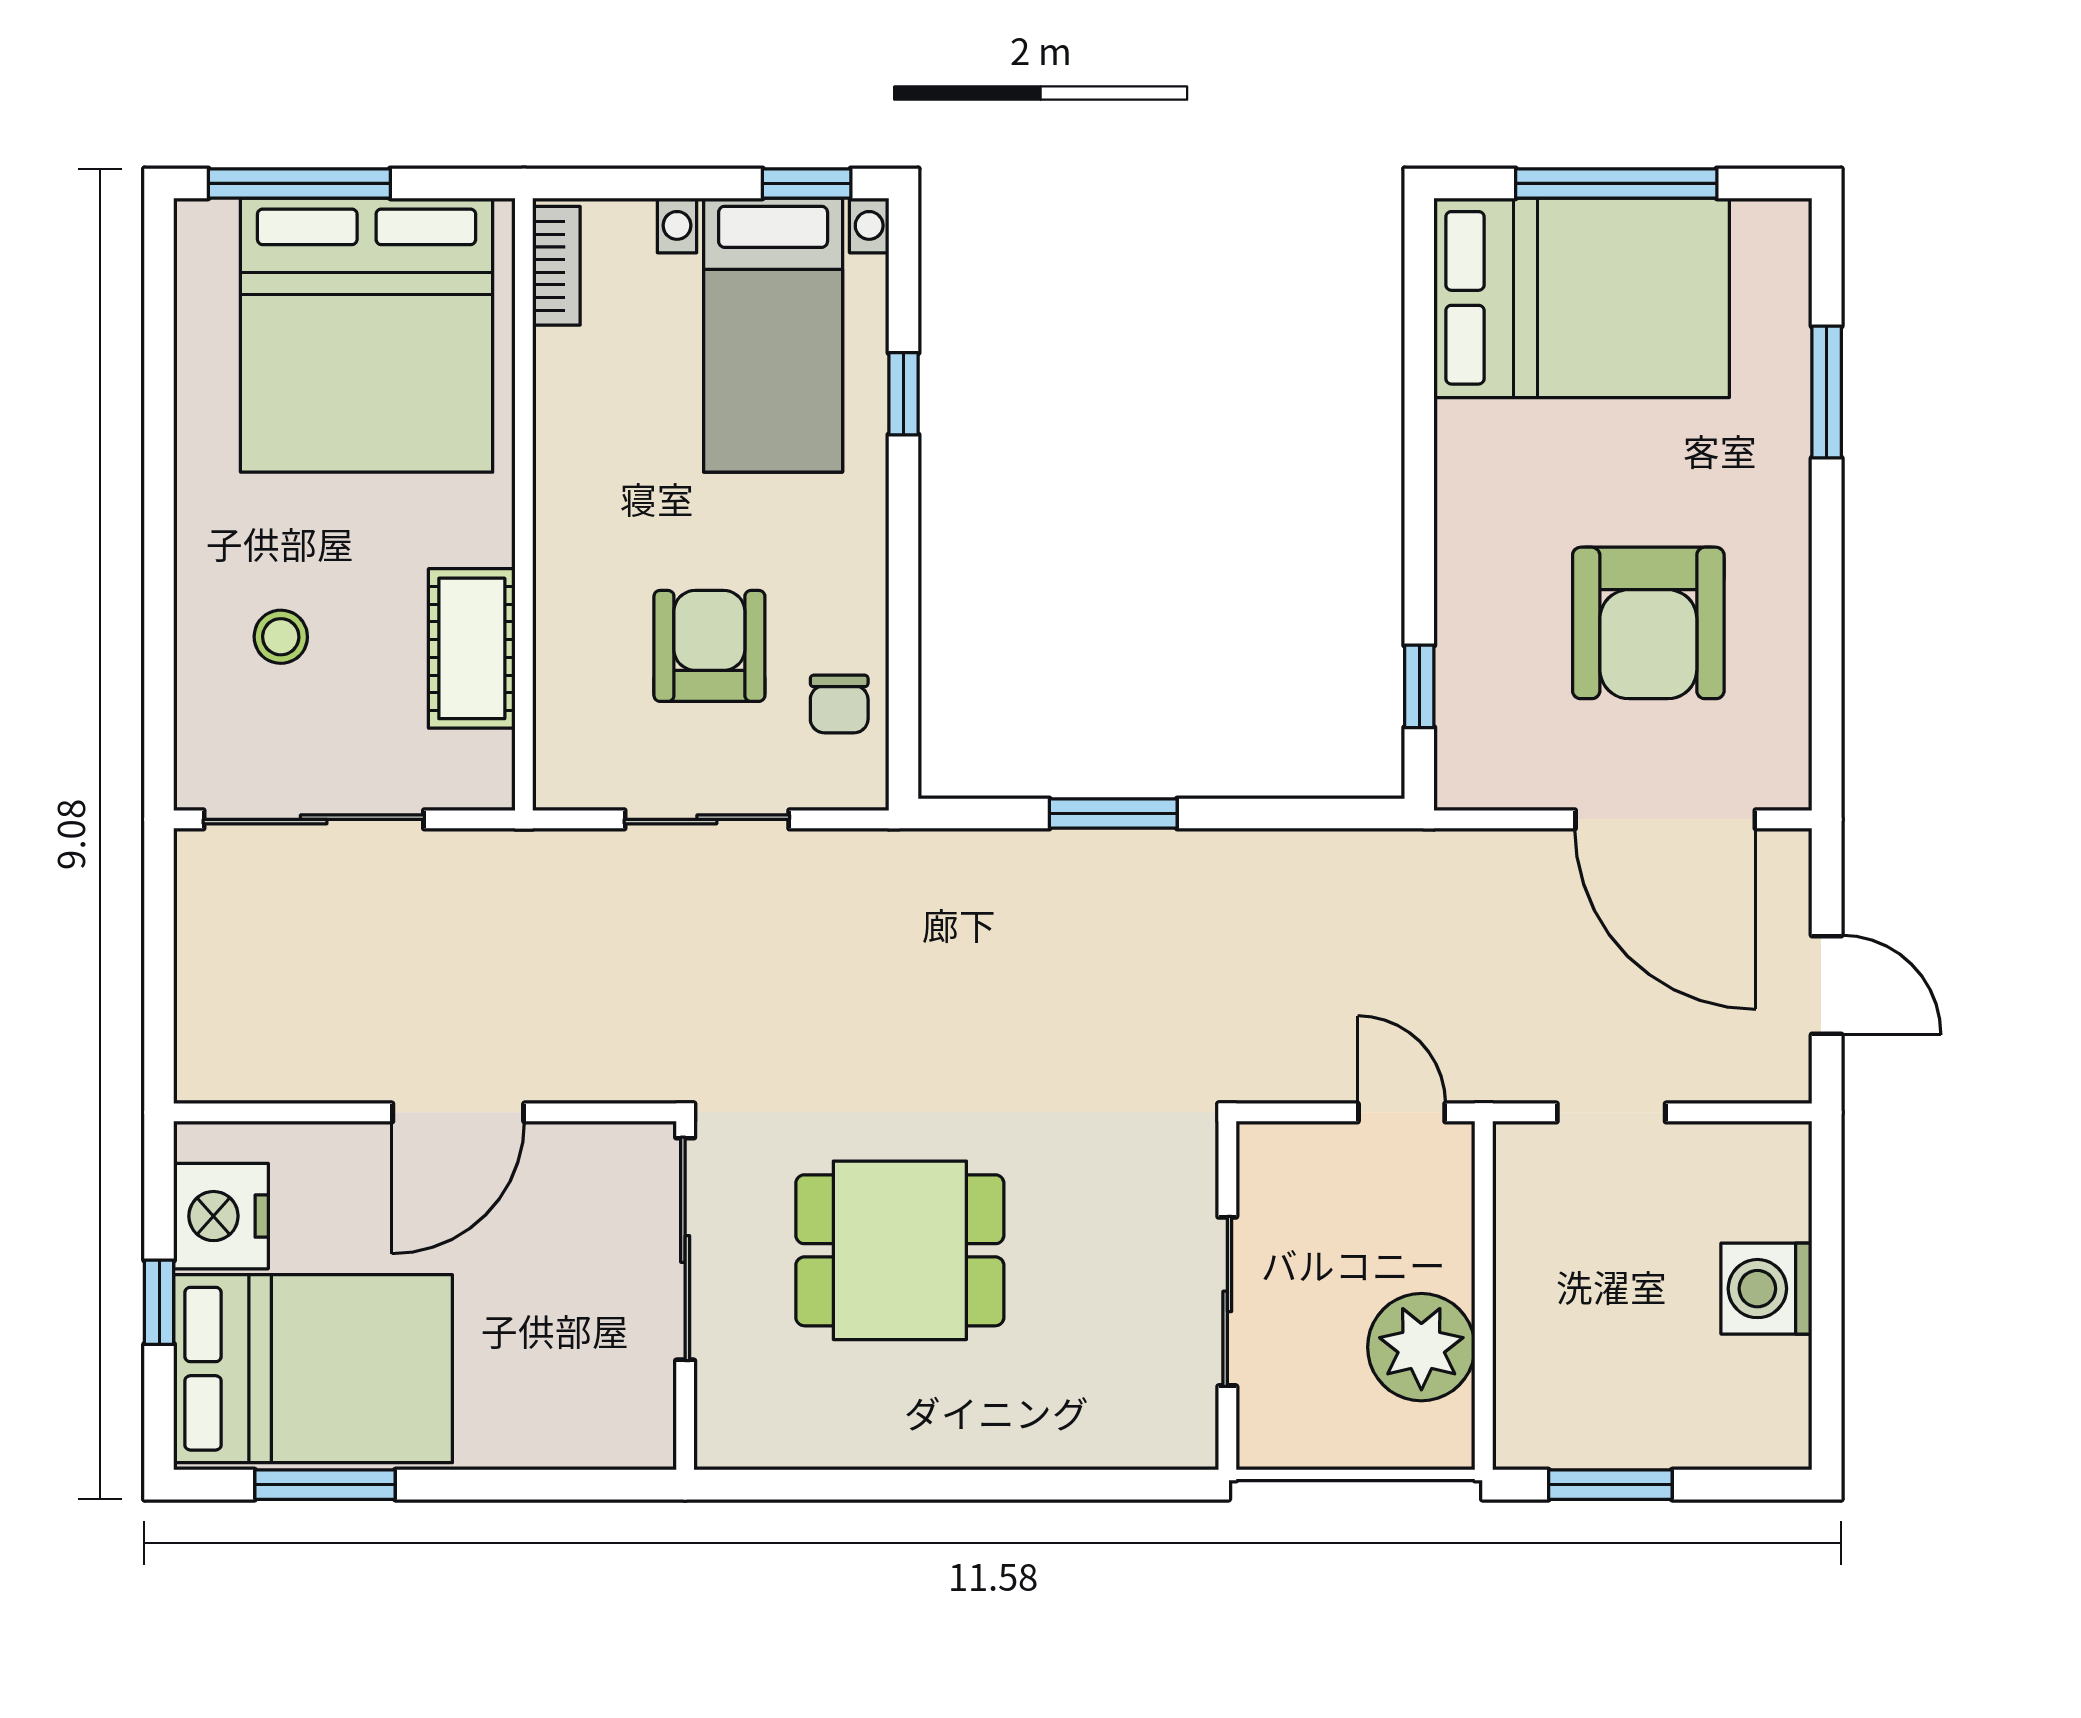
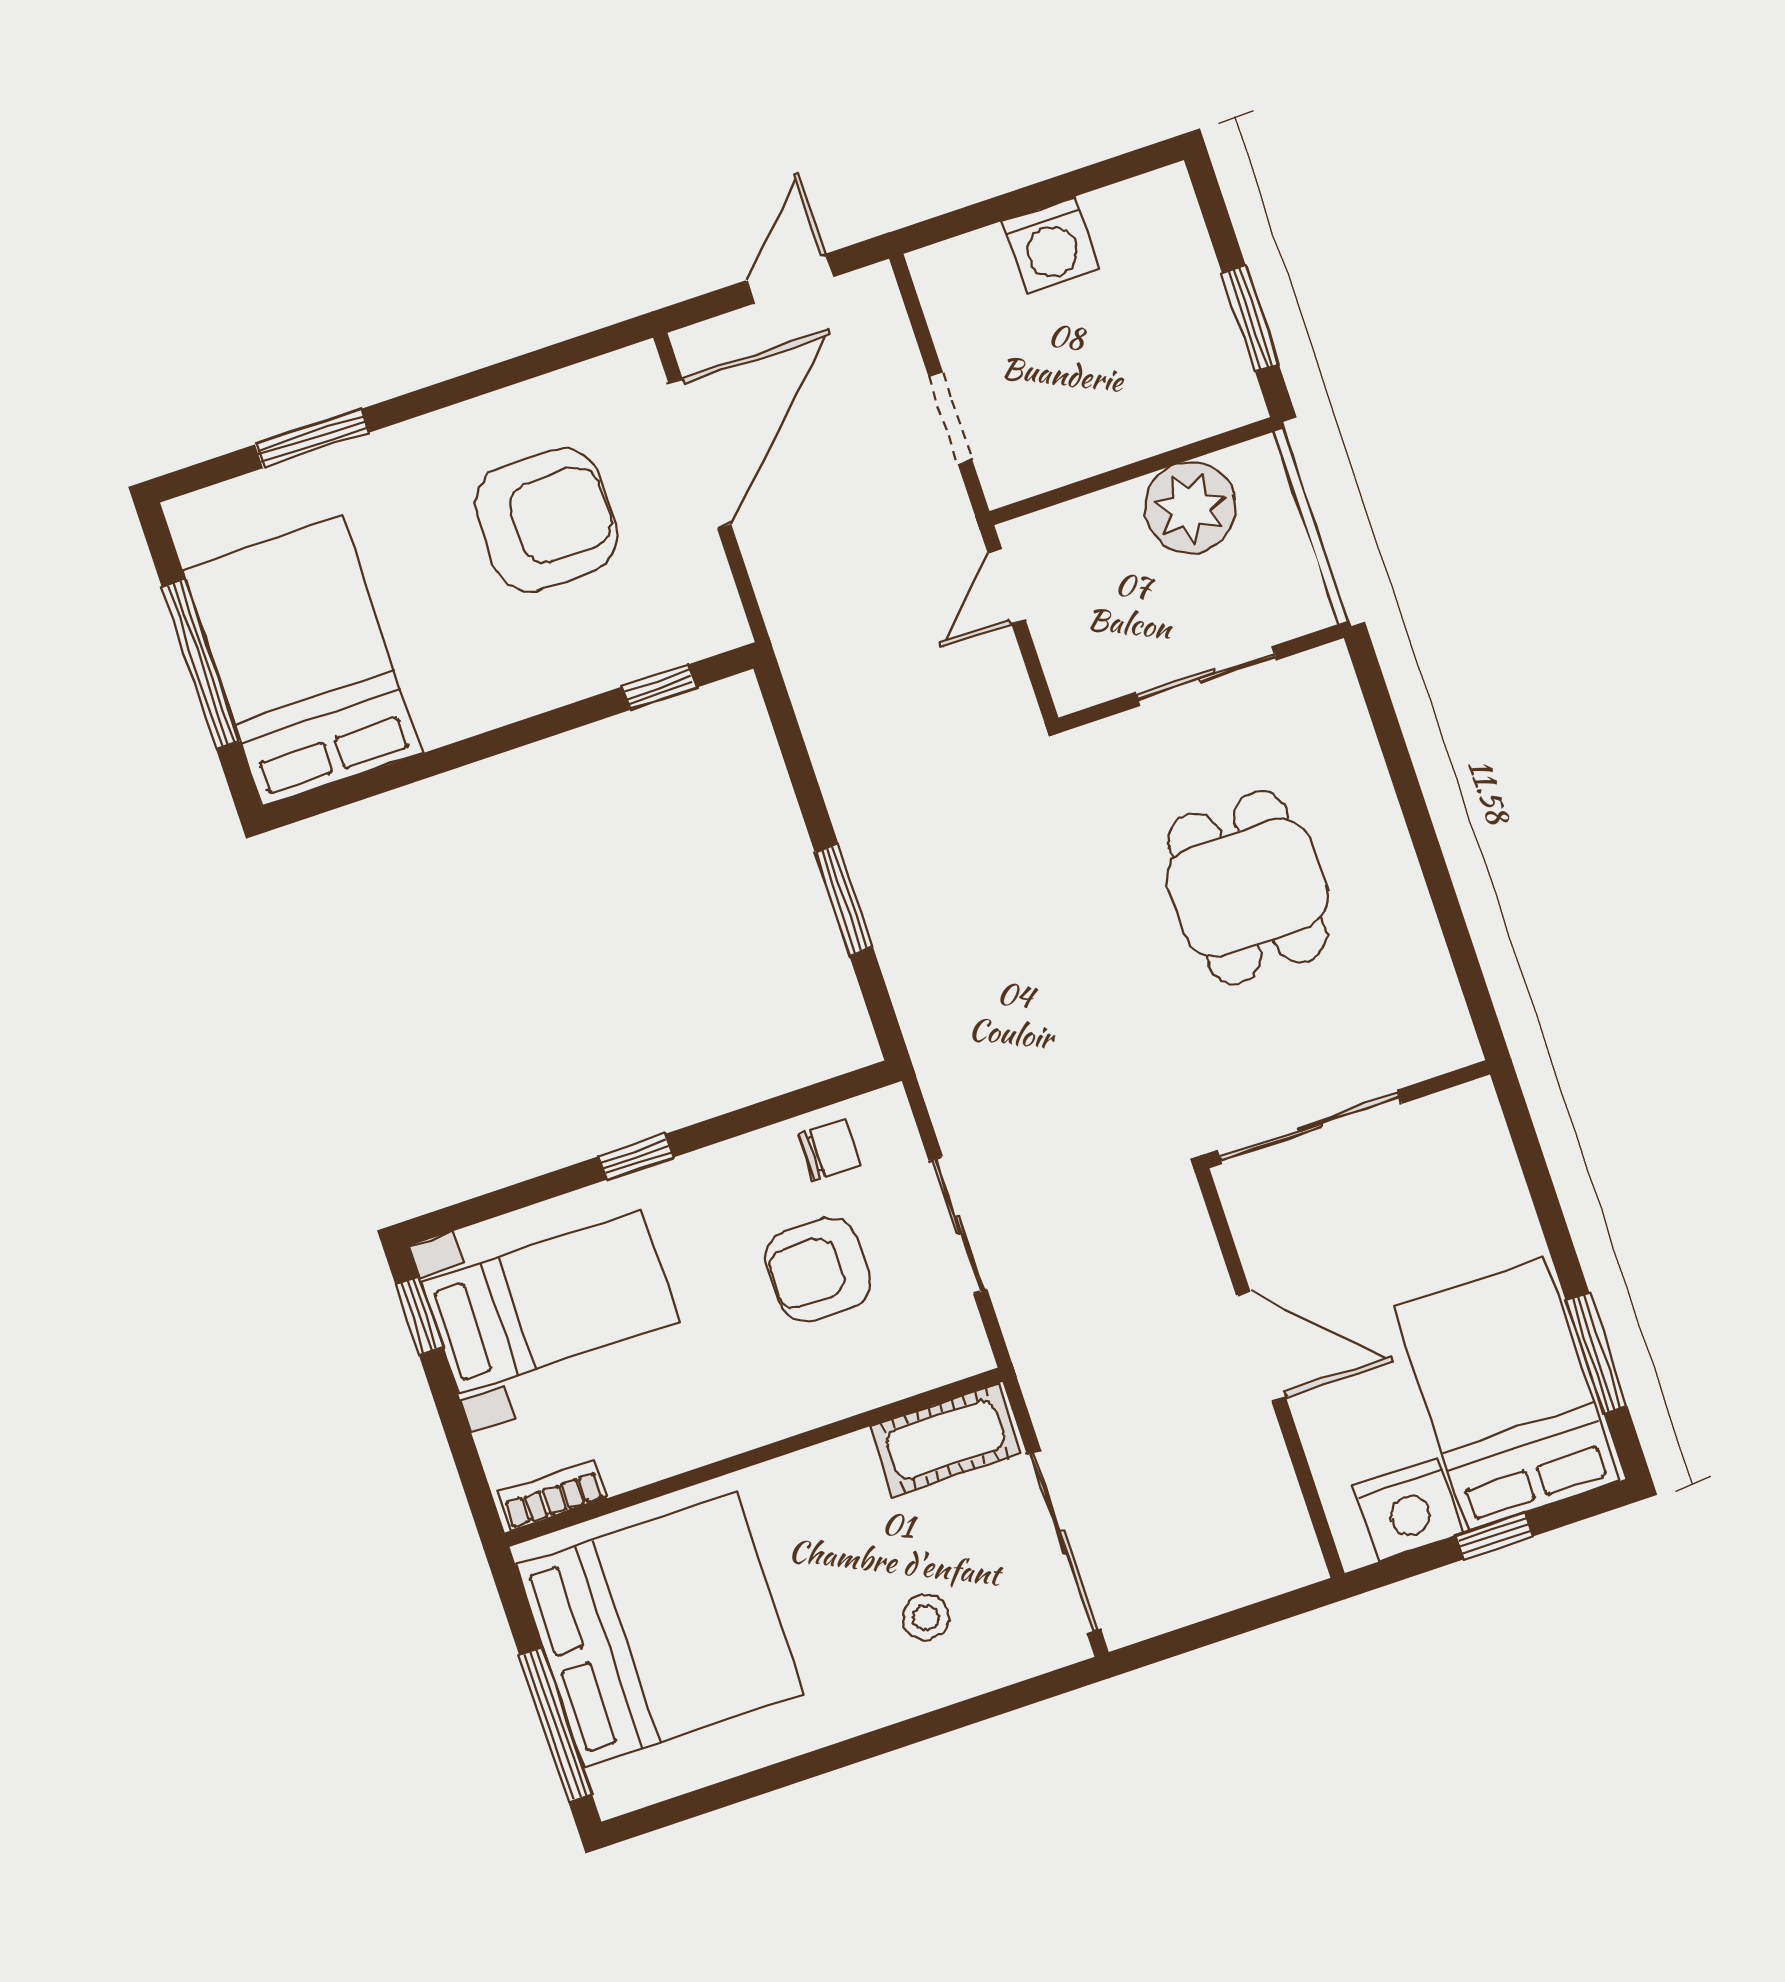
window: (903, 394) -> (636, 1157), moved
cot: (472, 648) -> (945, 1440), moved
dining table: (900, 1250) -> (1247, 888), moved

